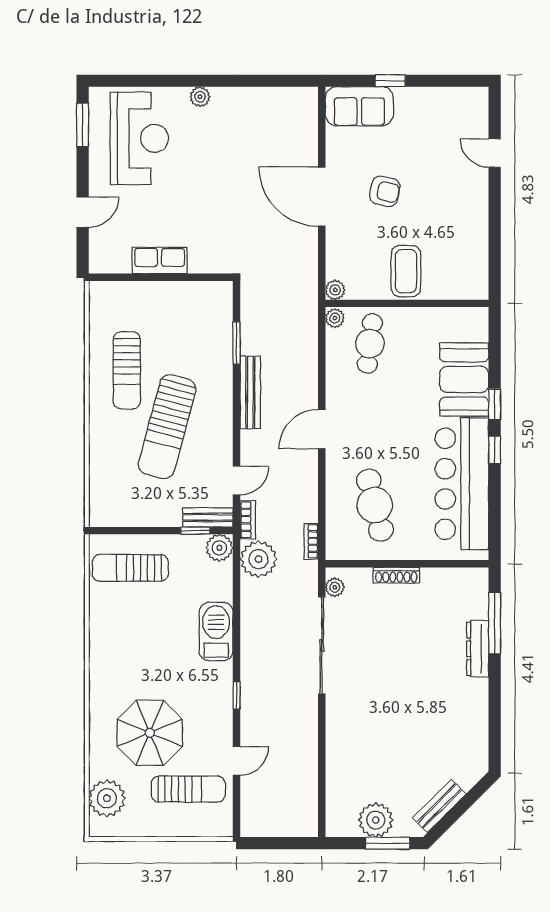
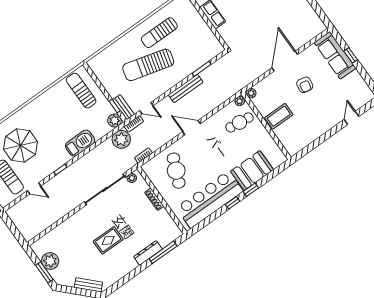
sofa: (359, 106) -> (335, 55), width x1.36
cafe table: (375, 505) -> (176, 171), turned -53
rug: (410, 700) -> (108, 240), added
bench: (439, 806) -> (88, 285), moved

